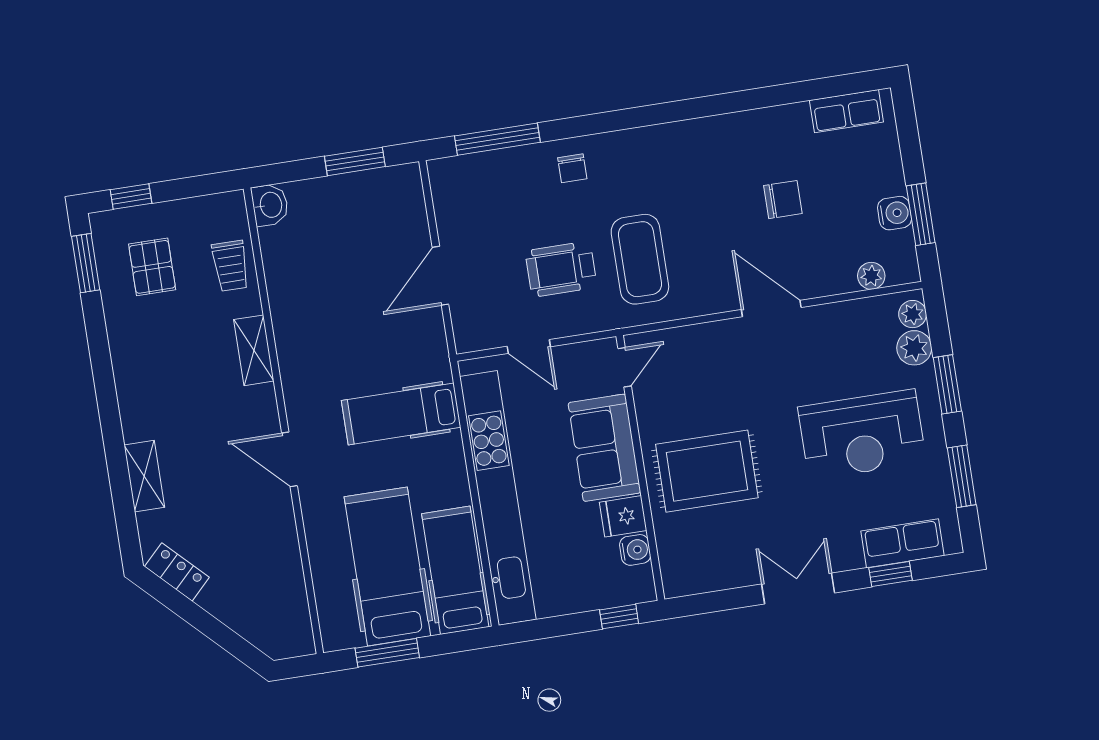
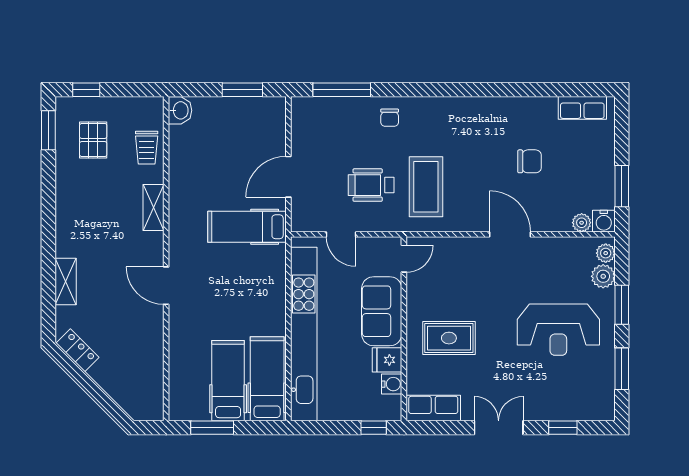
water cooler: (895, 213) -> (604, 221), moved, turned 90
hospital bed: (401, 414) -> (247, 227), moved
rug: (707, 471) -> (449, 338), width x0.73, depth x0.70
row of seats: (902, 543) -> (433, 408), moved
hospital bed: (387, 566) -> (228, 381), width x0.73, depth x0.78

